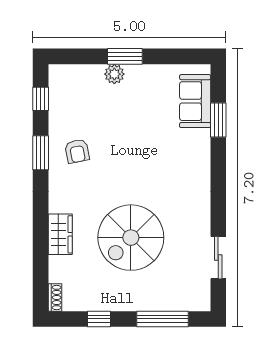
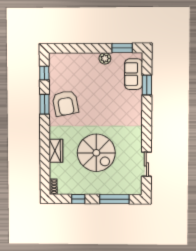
window: (125, 56) -> (122, 48), moved
plant: (114, 74) -> (105, 58), moved
armchair: (77, 151) -> (65, 103), width x1.88, depth x1.88
spiral stairs: (131, 238) -> (96, 153), turned -90

